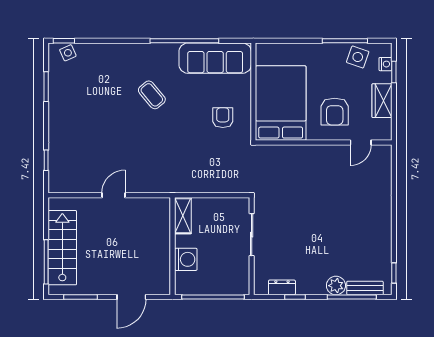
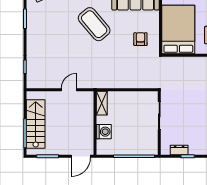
coffee table: (152, 95) -> (94, 24), width x1.86, depth x1.72
shelving: (183, 216) -> (102, 103), moved
wall: (173, 246) -> (95, 123), moved
washing machine: (186, 259) -> (104, 132), moved

